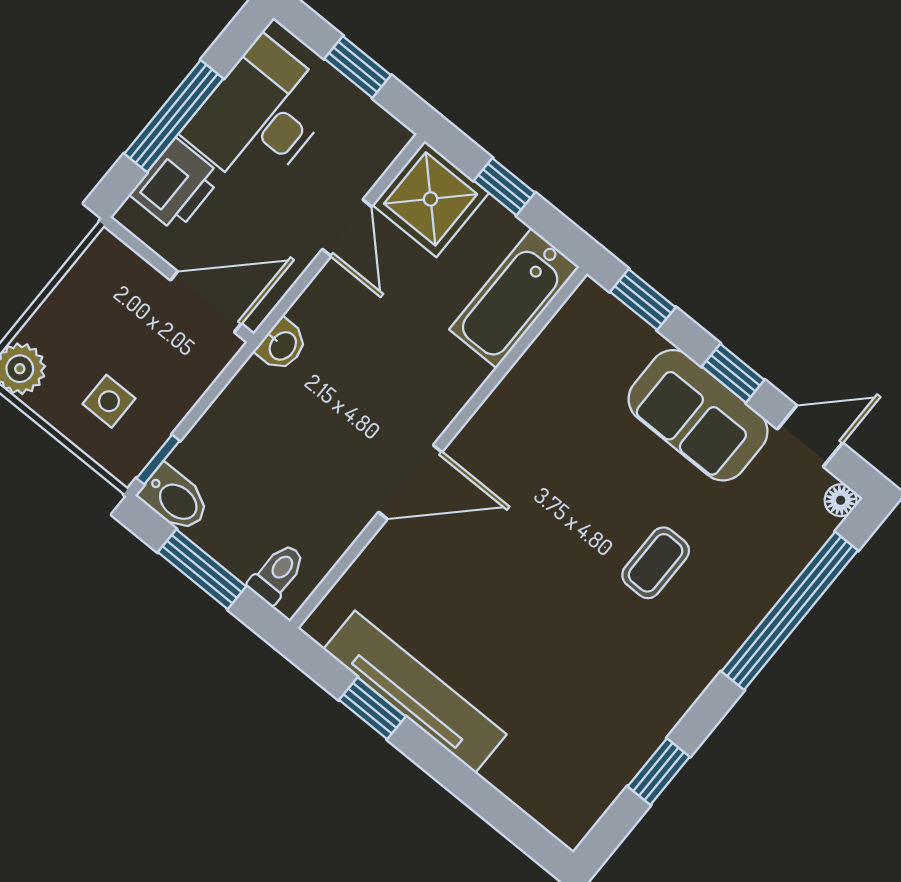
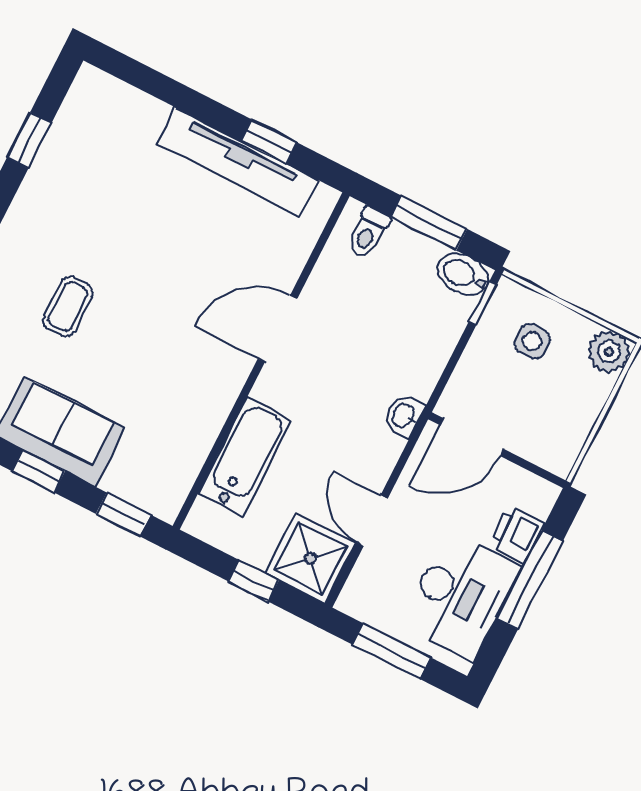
window: (358, 67) -> (391, 651), width x1.50
printer: (176, 185) -> (517, 535), width x0.73, depth x0.81
bathtub: (514, 298) -> (245, 457), moved

